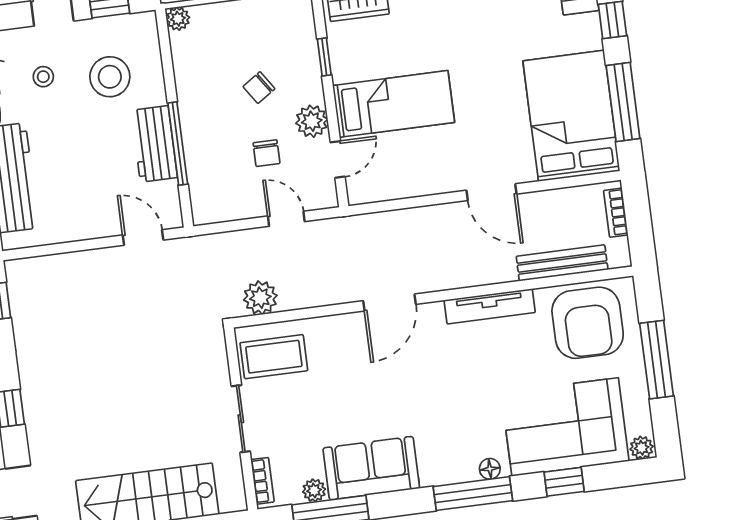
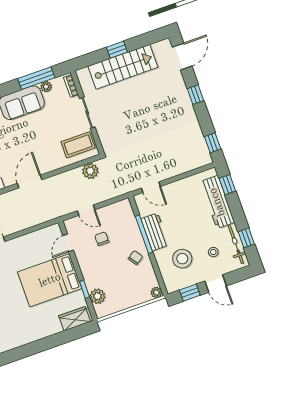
chair: (259, 88) -> (135, 258), moved
bed: (394, 104) -> (50, 280), width x1.50
plant: (312, 121) -> (97, 296), moved

